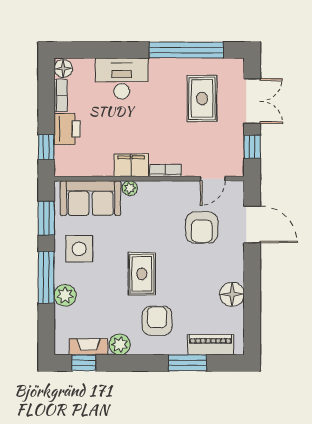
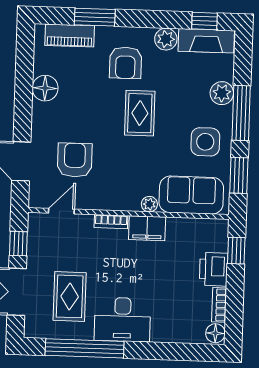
desk: (122, 78) -> (122, 320), moved
fireplace: (89, 347) -> (206, 41), width x1.37, depth x1.32

